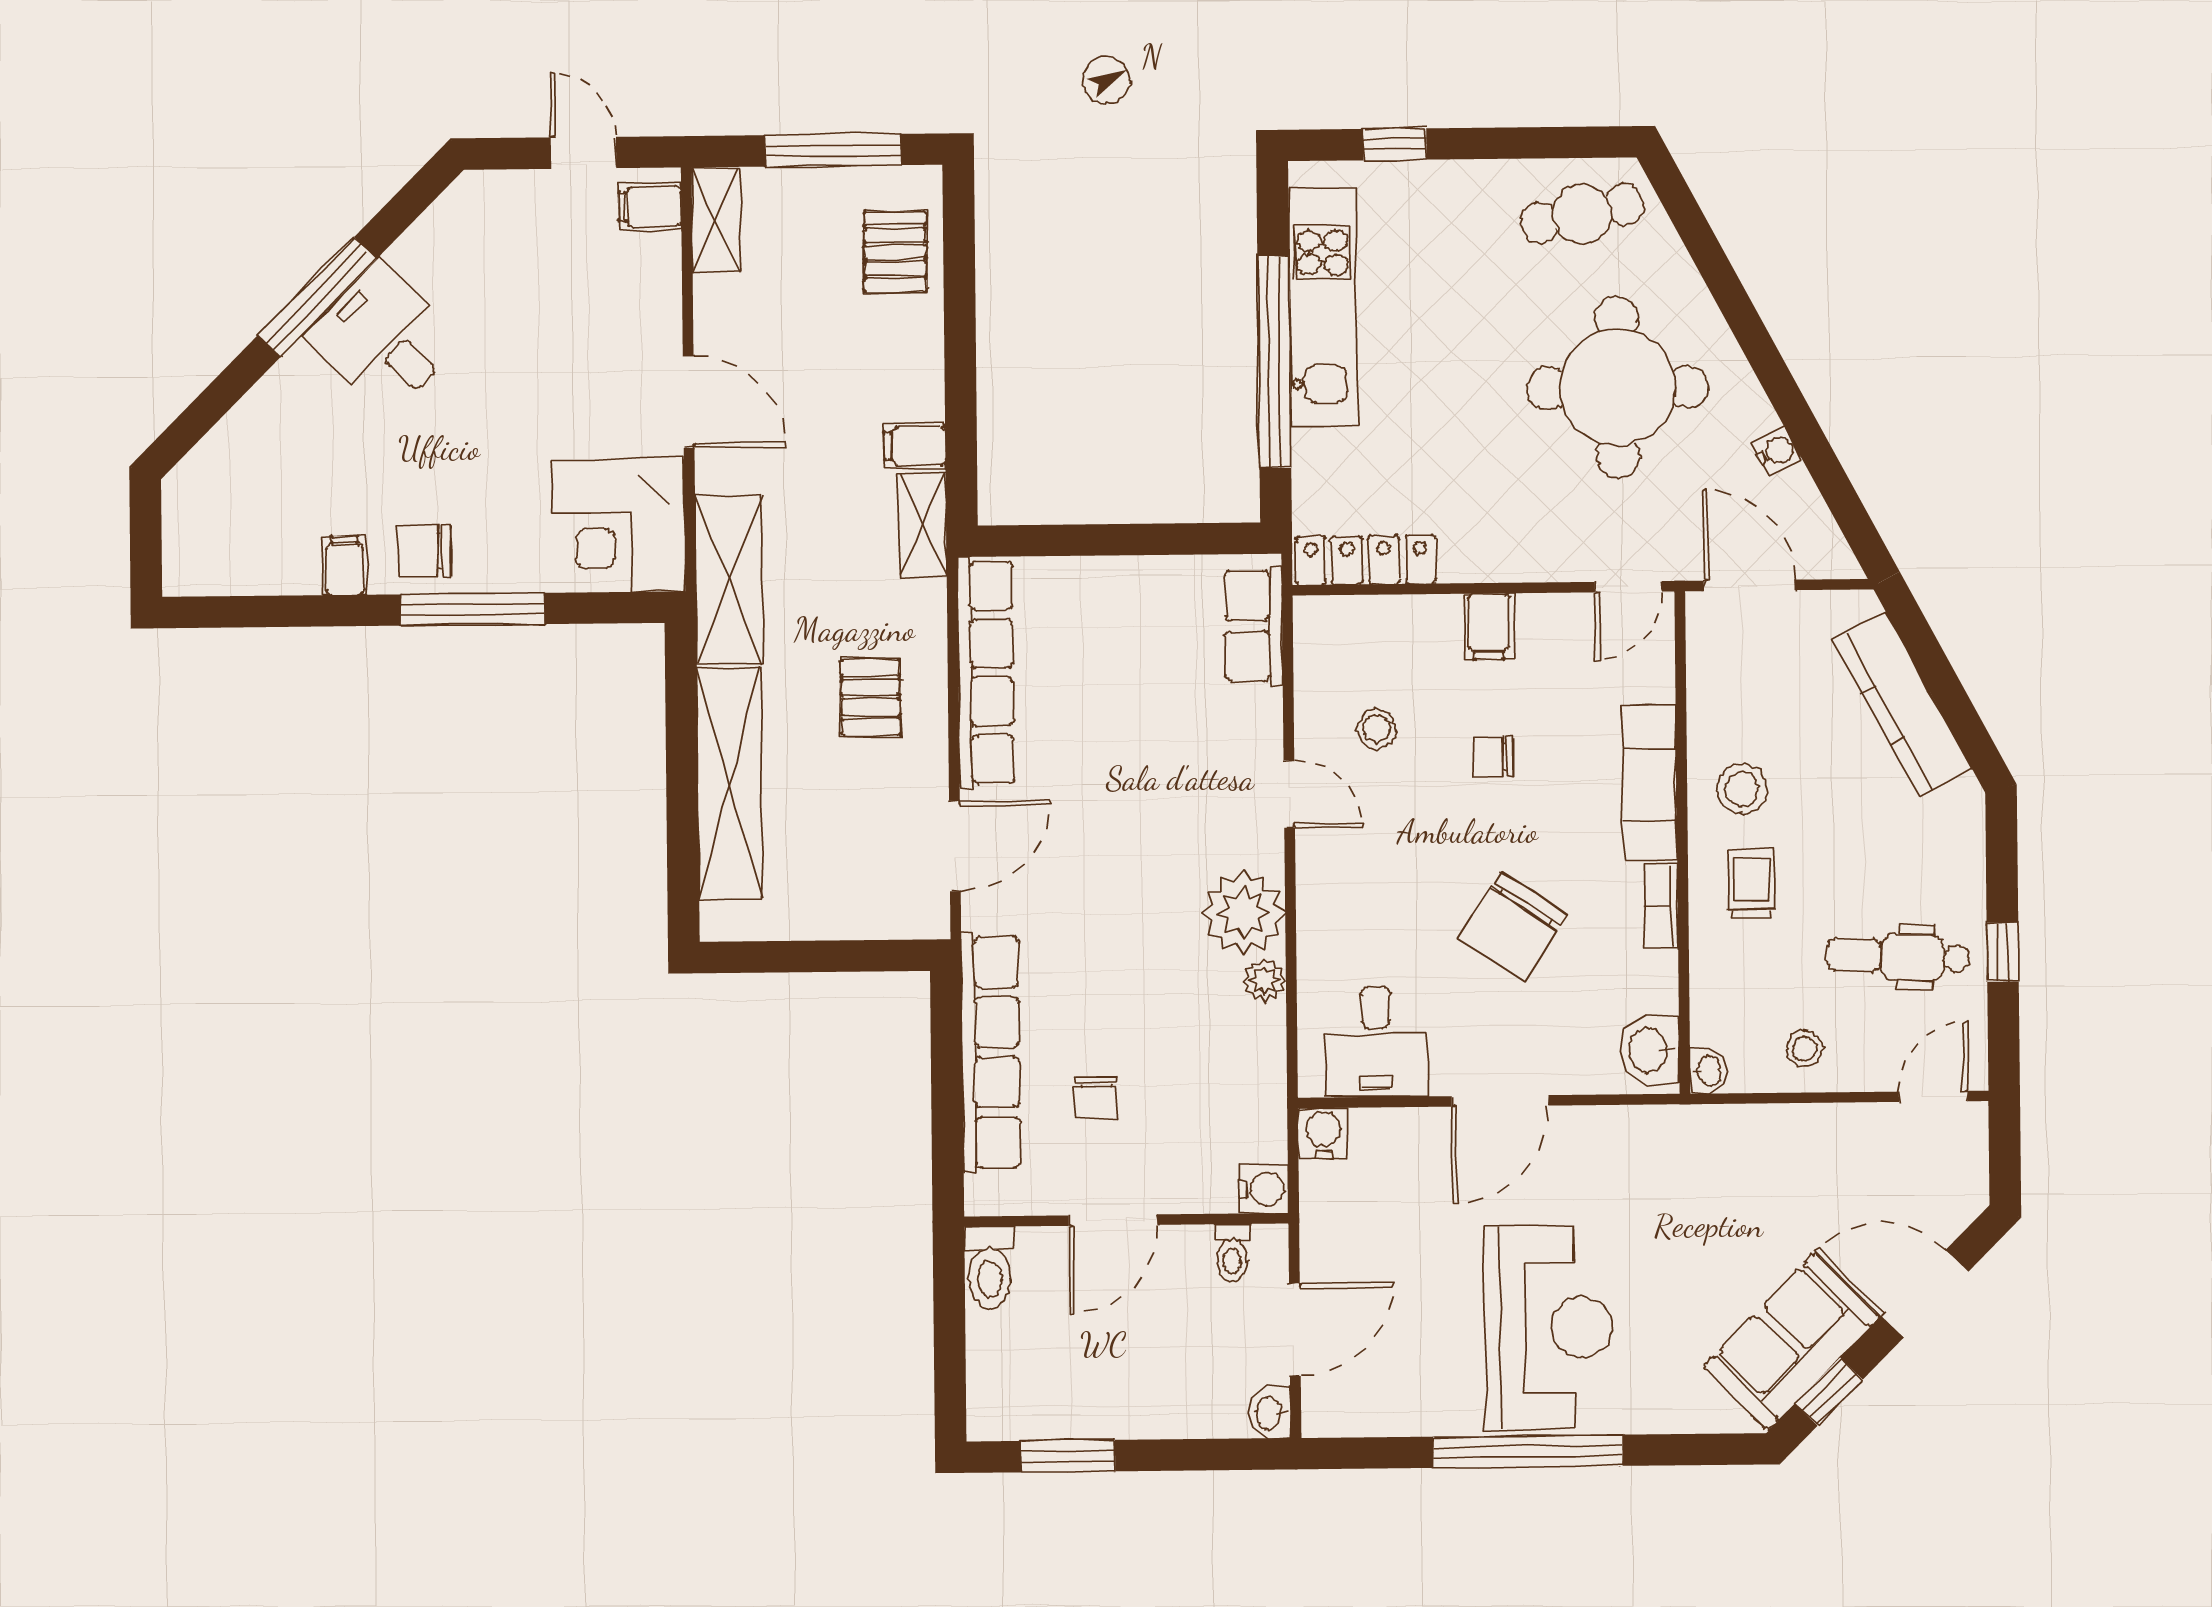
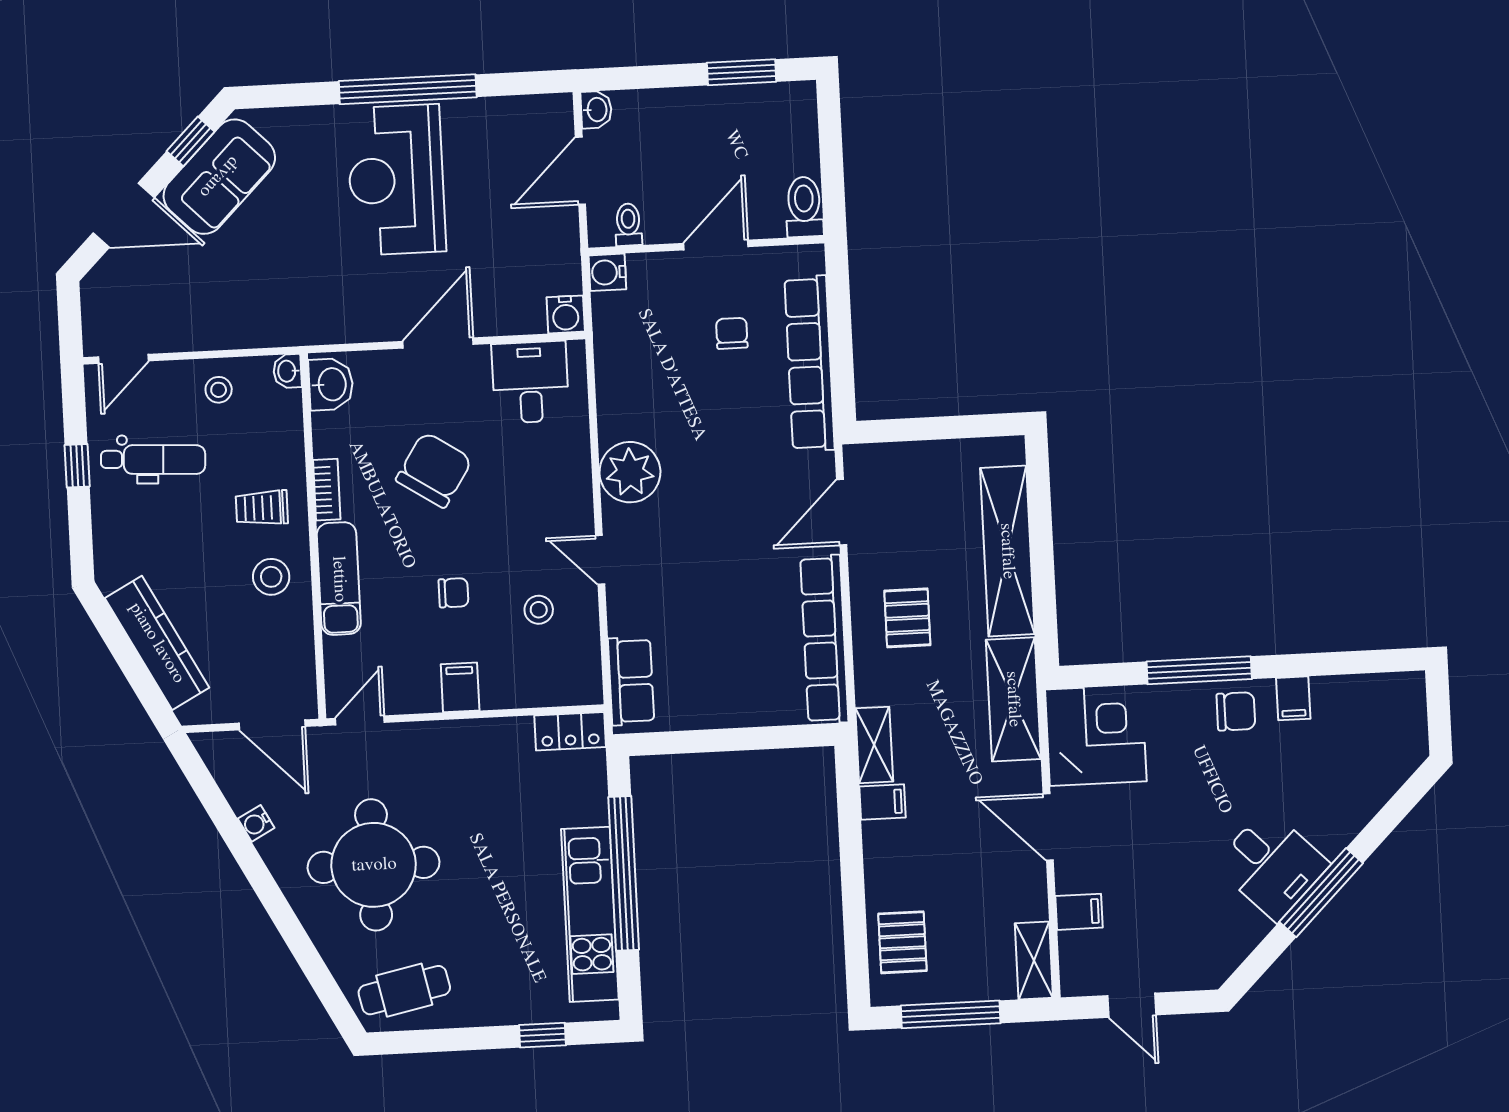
filing cabinet: (650, 207) -> (1079, 912), moved
locker: (1365, 560) -> (570, 731), width x0.66
trolley: (1751, 884) -> (262, 508), turned 90
plant: (1264, 980) -> (613, 424), removed

